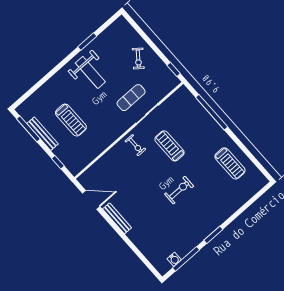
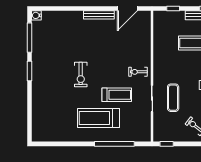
treadmill: (230, 163) -> (98, 118), moved, width x1.37, depth x1.38
water cooler: (174, 259) -> (36, 15), moved

